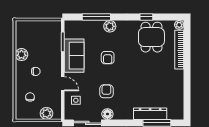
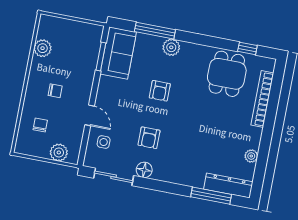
window: (146, 17) -> (247, 48), moved
plant: (179, 25) -> (251, 156), moved
plant: (21, 55) -> (43, 48), moved
sofa: (74, 56) -> (118, 53), moved
armchair: (106, 91) -> (149, 138), turned 180
dresser: (150, 114) -> (228, 186), moved

